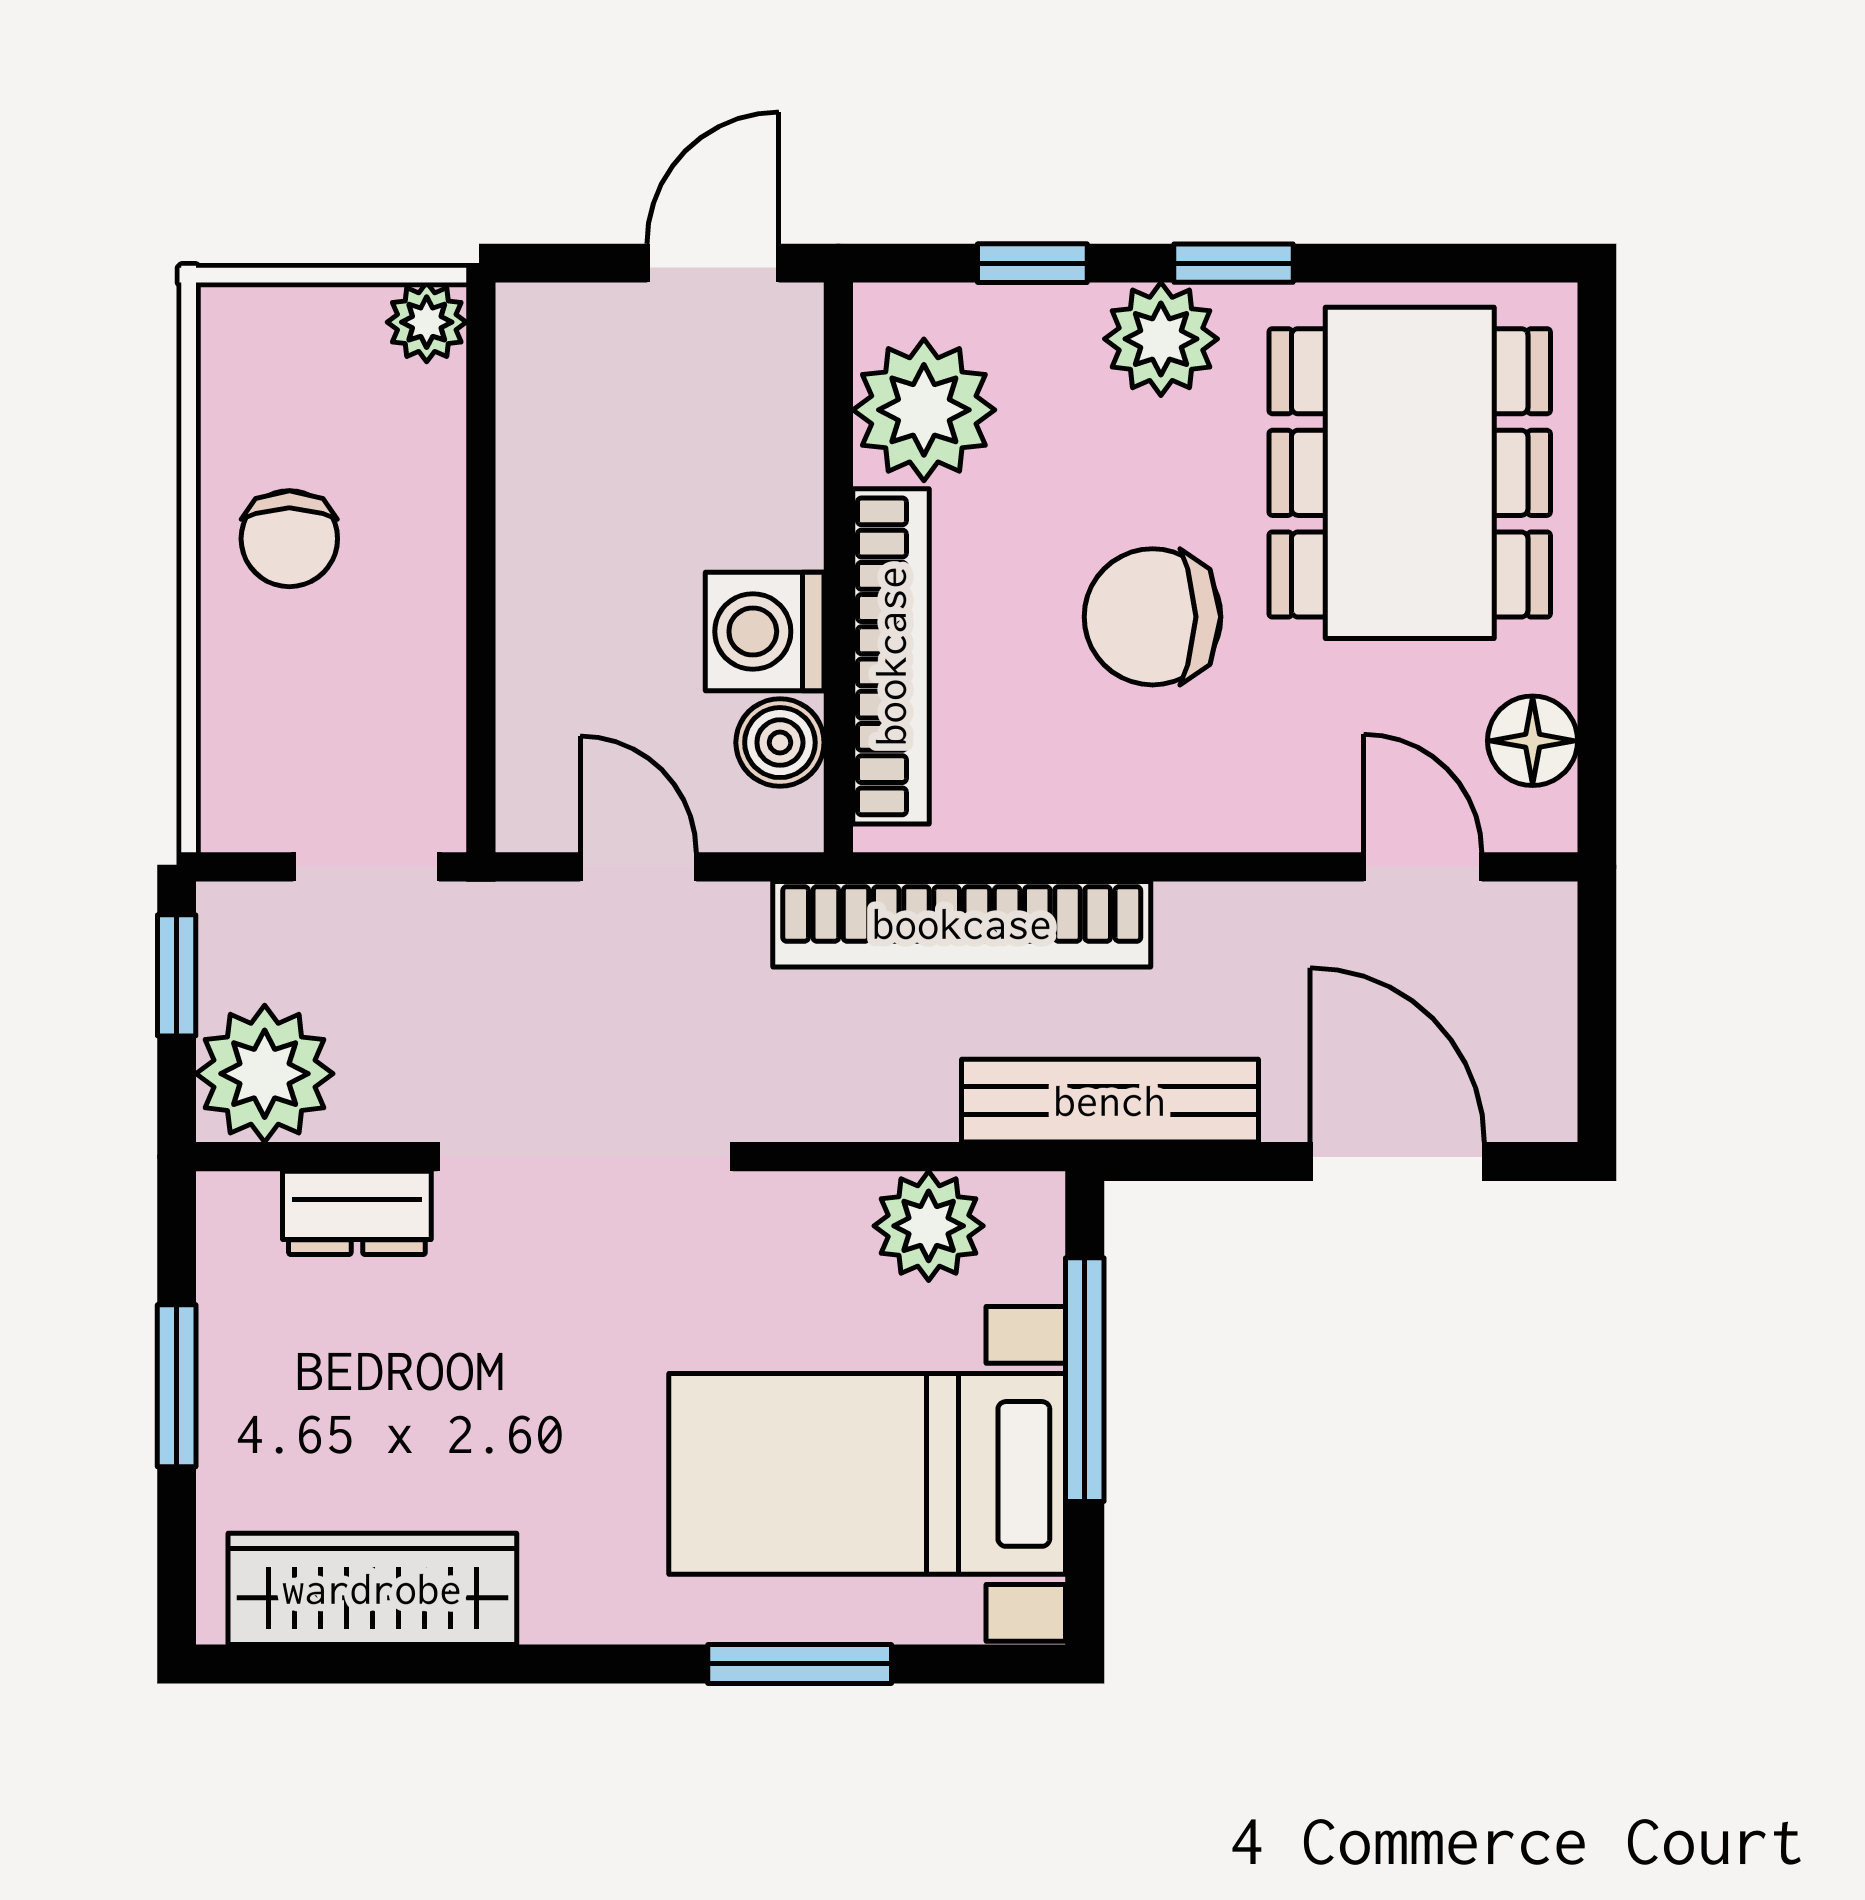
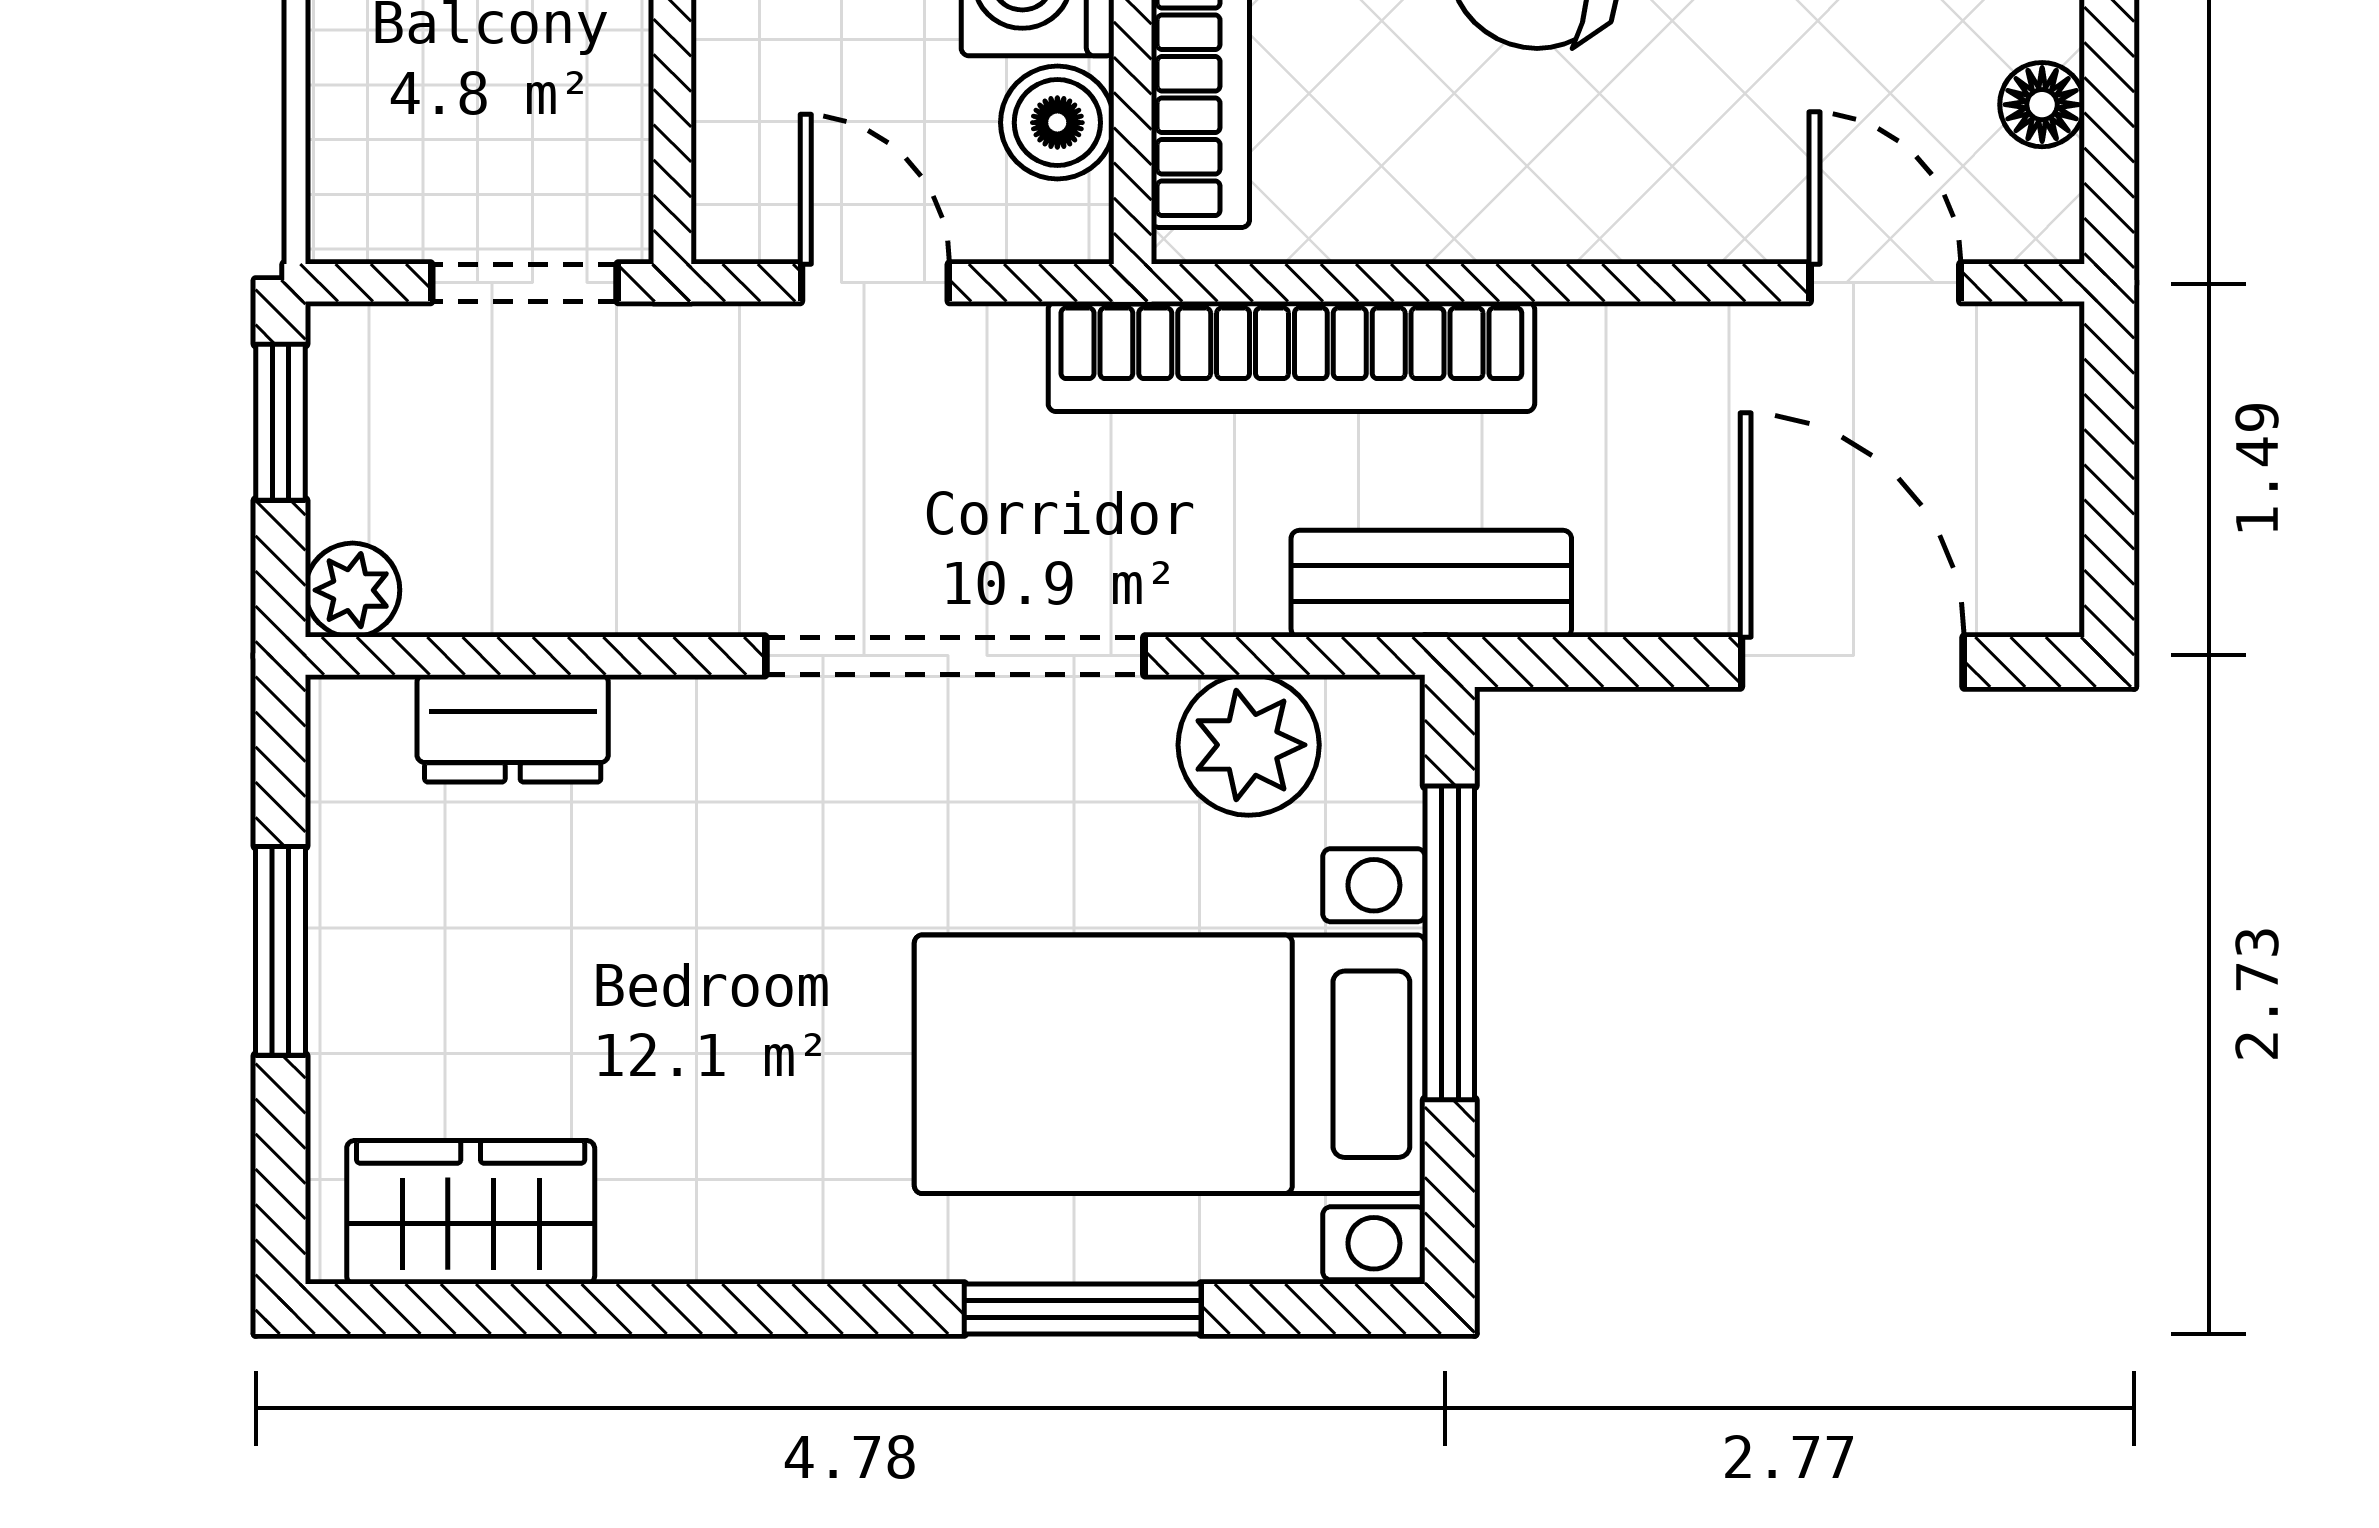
floor lamp: (1533, 741) -> (2042, 105), width x0.73, depth x0.73
plant: (265, 1074) -> (353, 590), width x0.53, depth x0.53
bench: (1110, 1101) -> (1431, 584), width x0.73
doorway: (585, 1157) -> (955, 656), moved
wardrobe: (372, 1589) -> (471, 1212), width x0.67

